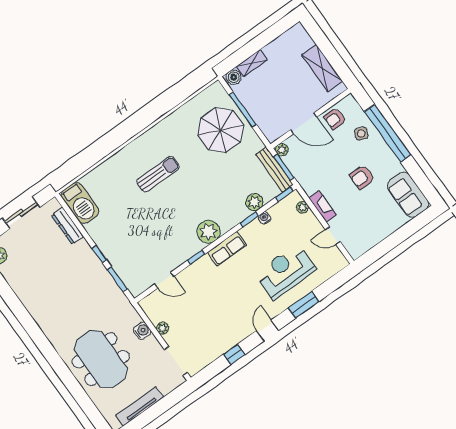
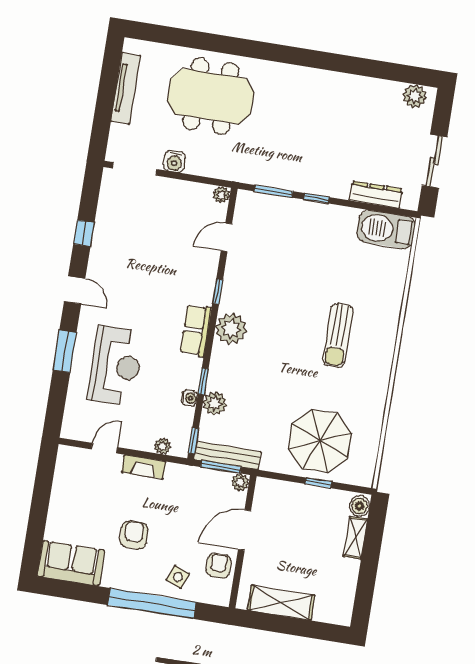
window: (243, 110) -> (318, 483), width x0.46
plant: (163, 328) -> (221, 195), moved
water cooler: (142, 331) -> (174, 161), moved

